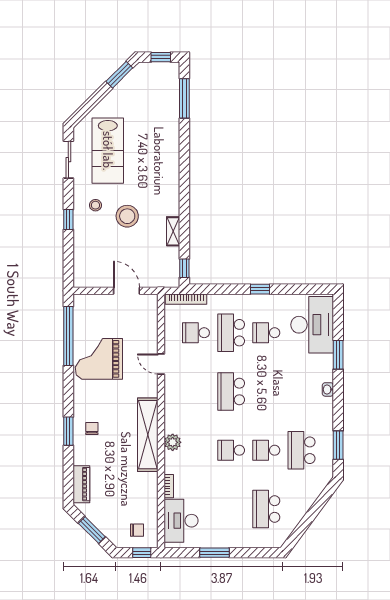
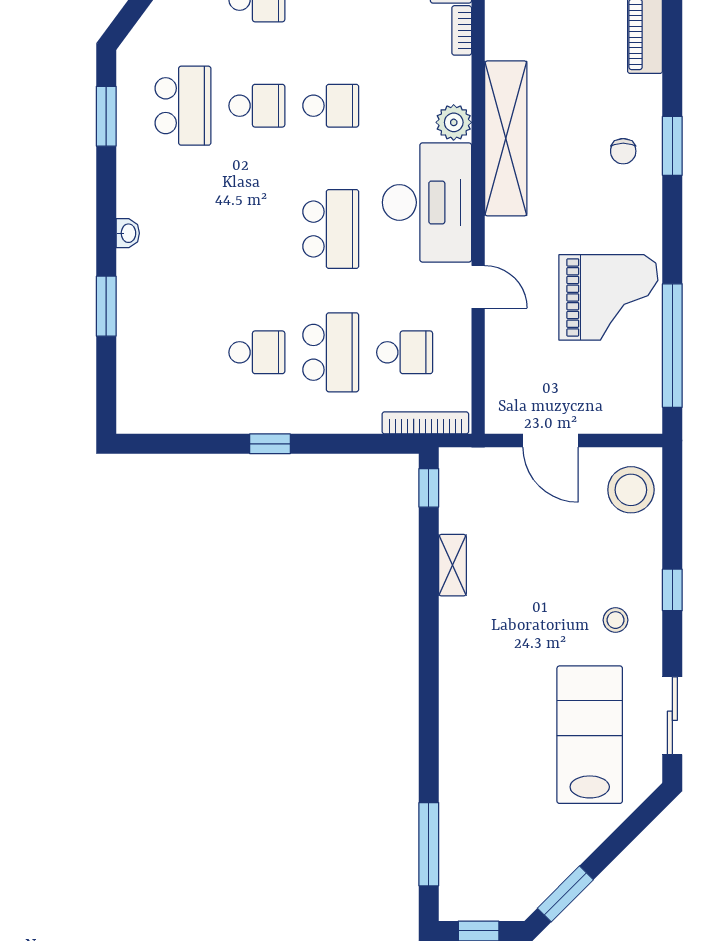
stool: (127, 216) -> (631, 490), moved
desk: (312, 325) -> (427, 202), moved, turned 180

